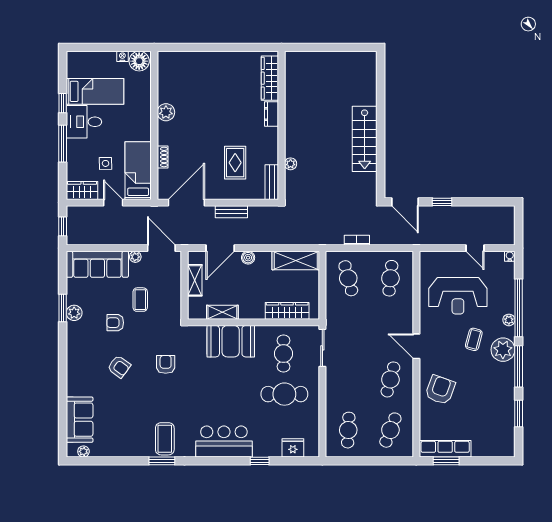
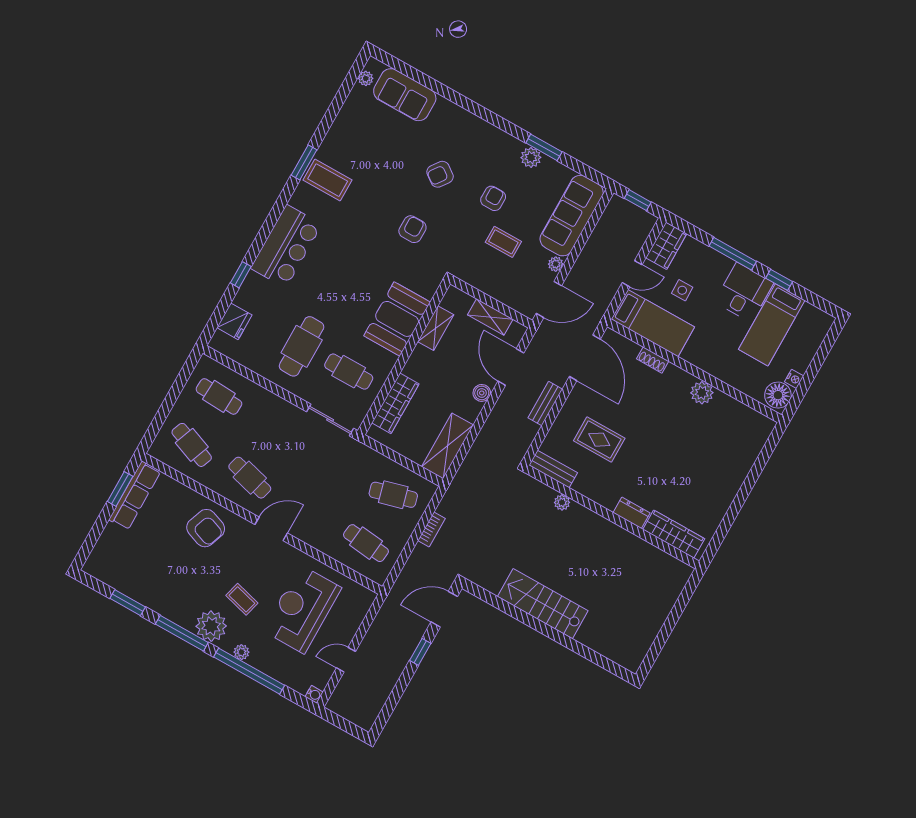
armchair: (166, 364) -> (412, 229), turned -90

